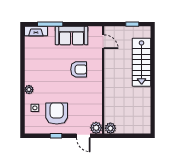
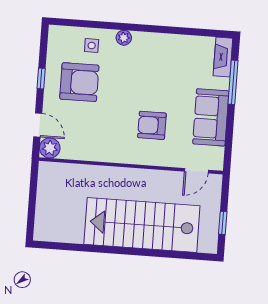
stairs: (142, 62) -> (142, 225), width x1.36, depth x1.51
armchair: (79, 69) -> (152, 125), turned 90
plant: (110, 128) -> (47, 172), removed
door: (83, 136) -> (38, 125), swing flipped

